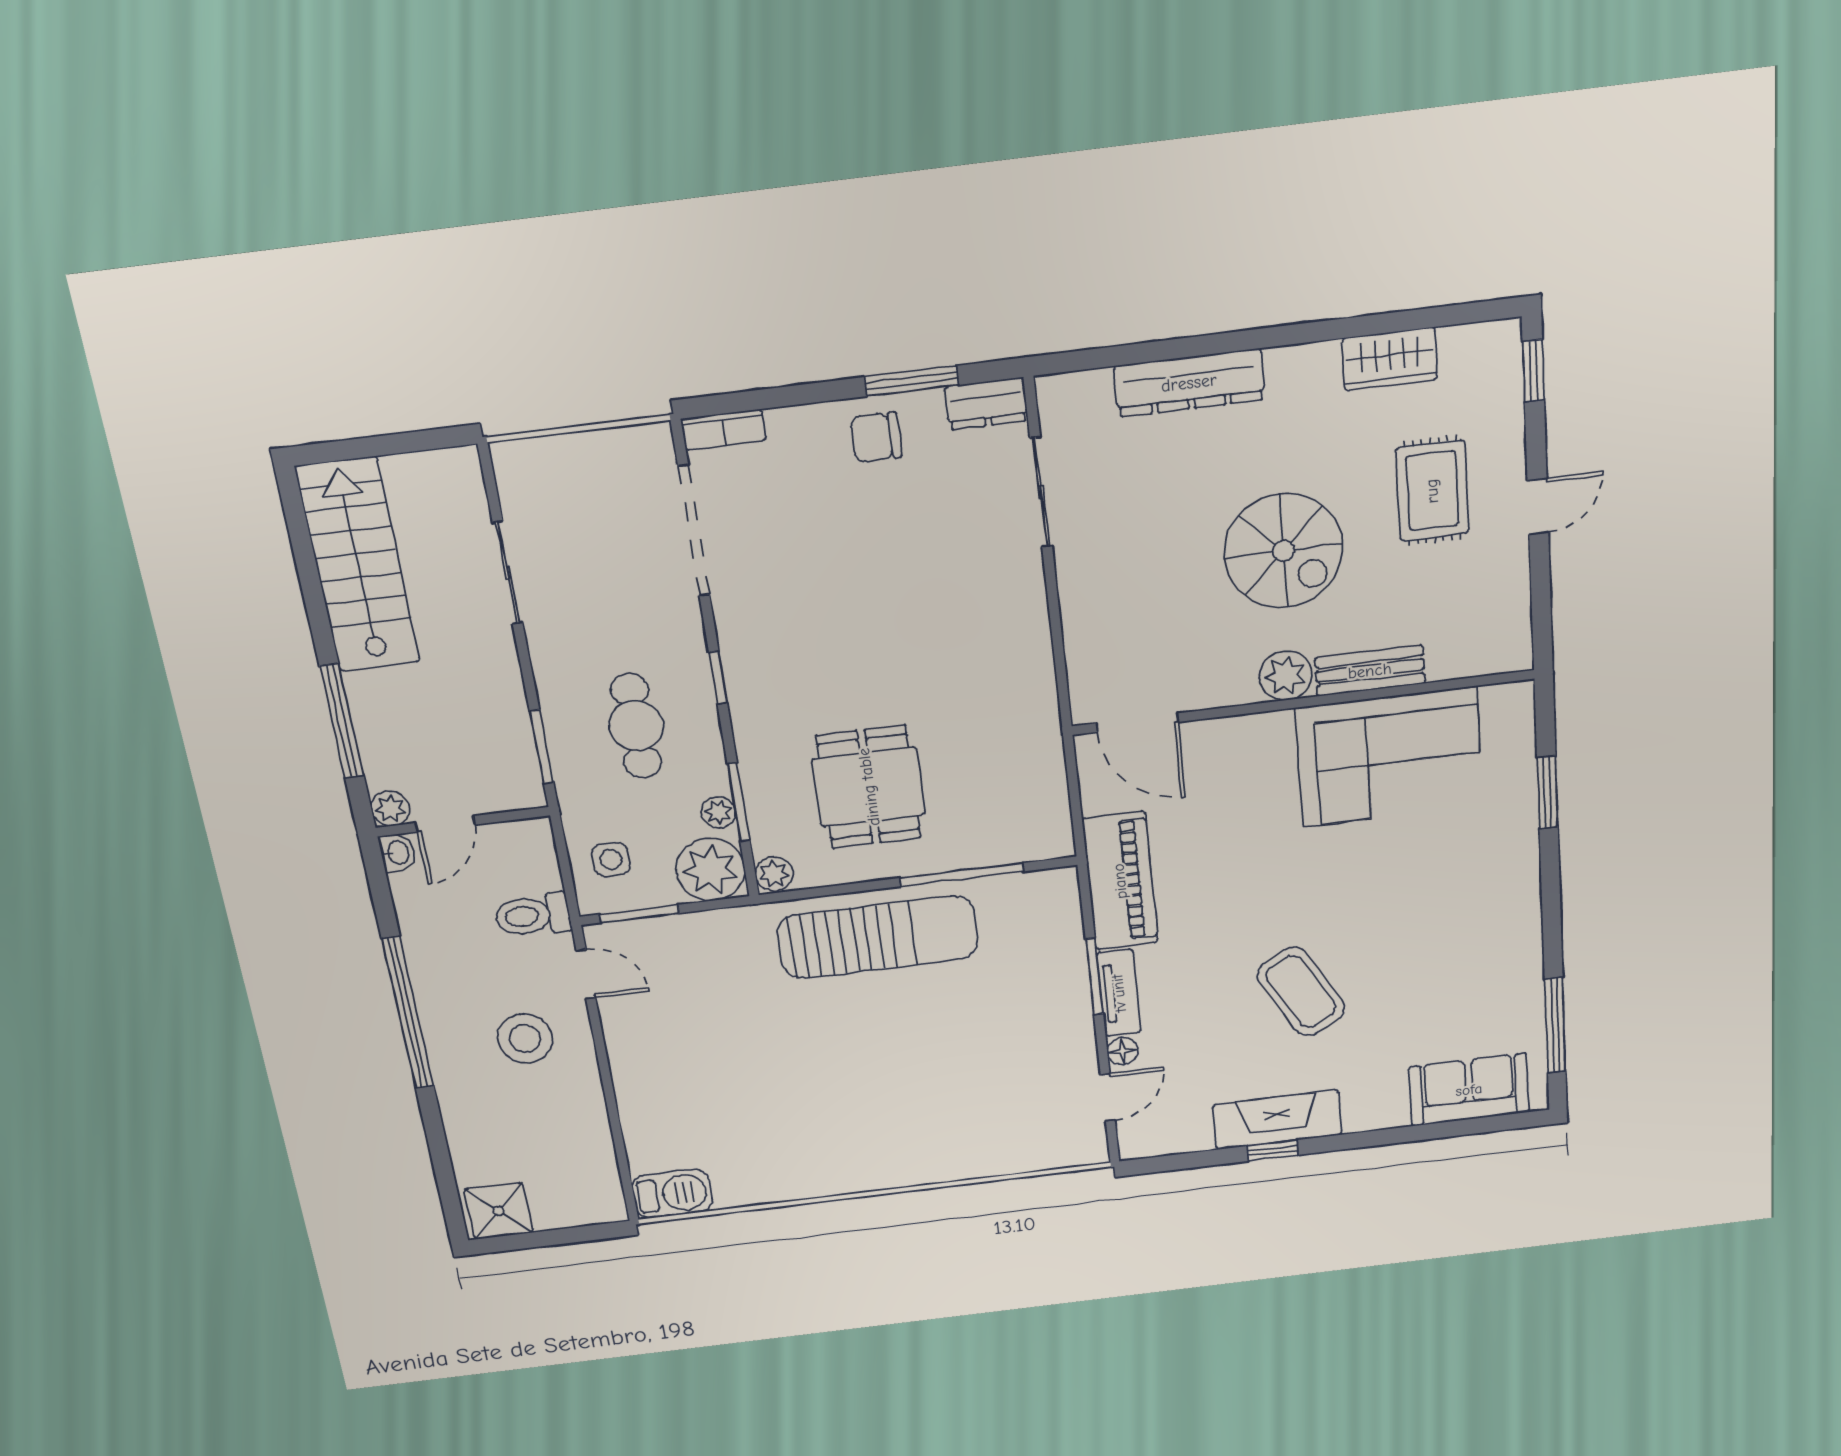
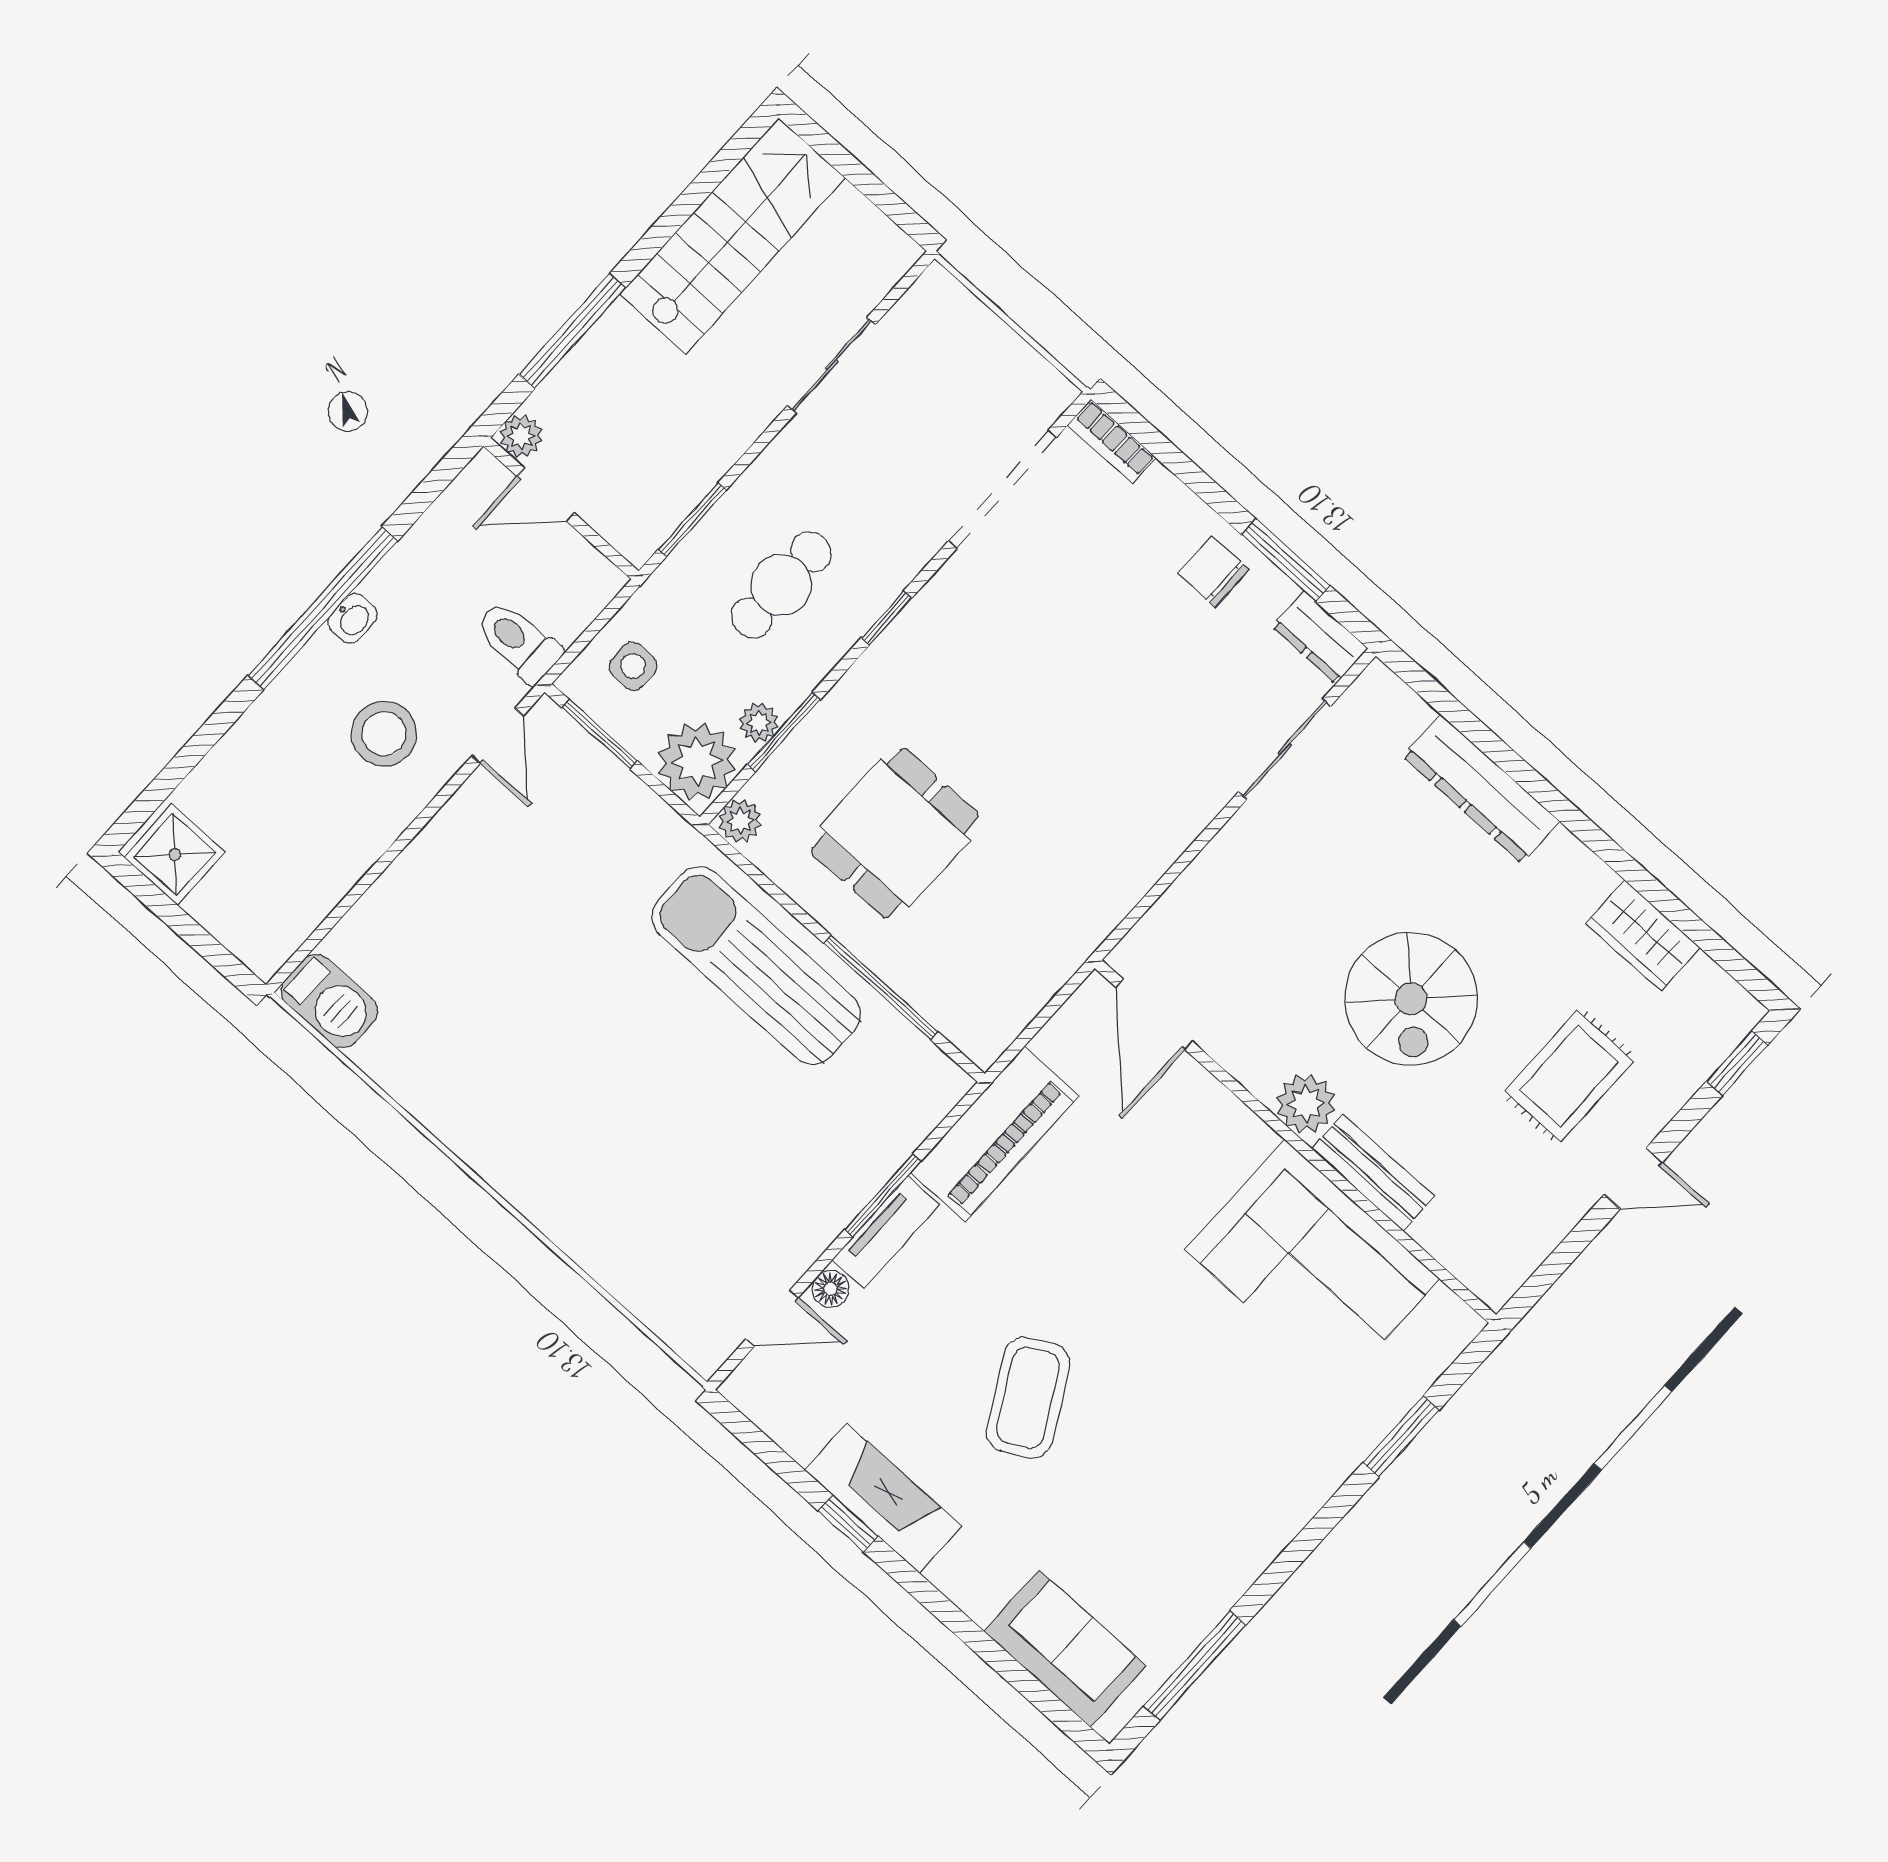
washbasin: (397, 853) -> (353, 618), moved
sun lounger: (878, 937) -> (756, 965), turned 180

